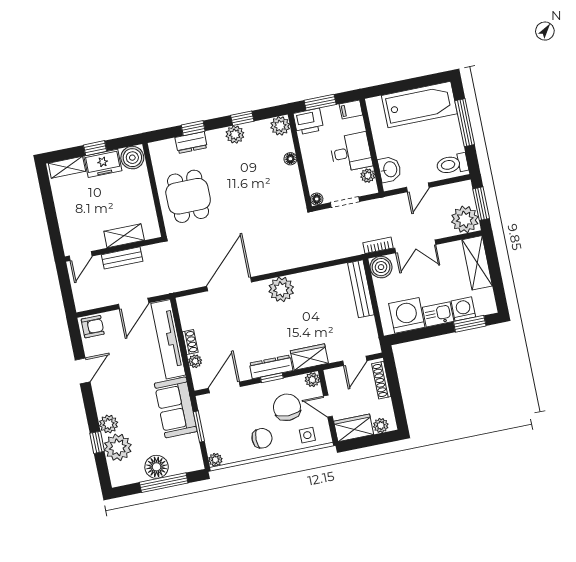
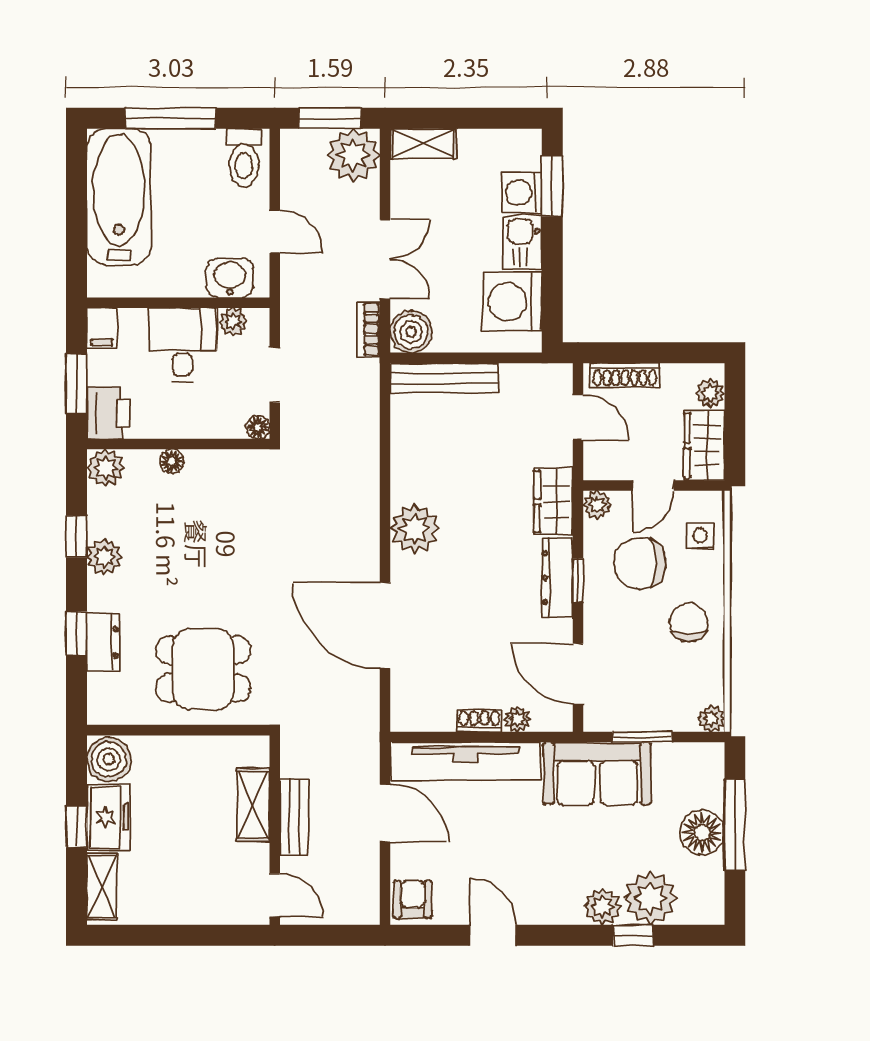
shelving: (477, 263) -> (423, 144), width x0.67, depth x0.75

